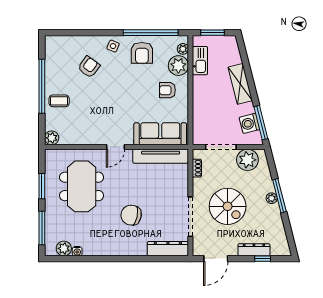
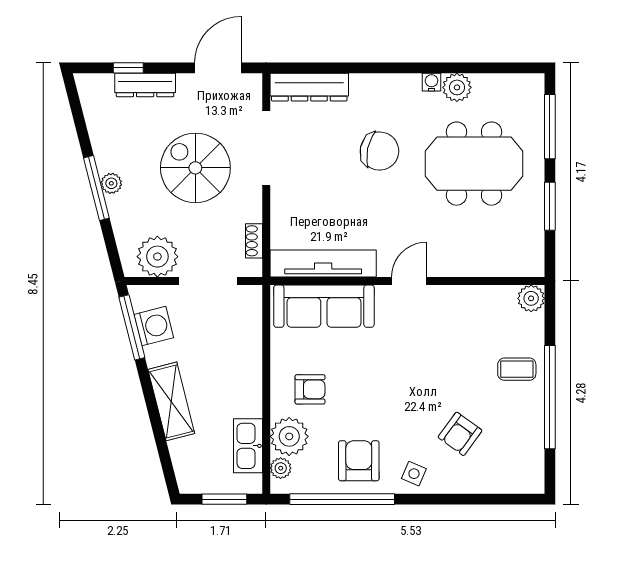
meeting table: (82, 186) -> (474, 164), moved, turned 90
plant: (64, 248) -> (457, 87), moved
water cooler: (77, 251) -> (432, 82), moved

